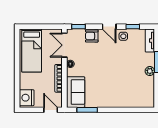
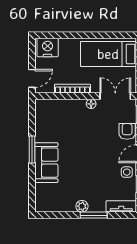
sofa: (76, 92) -> (46, 163), moved, turned -90
window: (87, 110) -> (32, 150), moved

